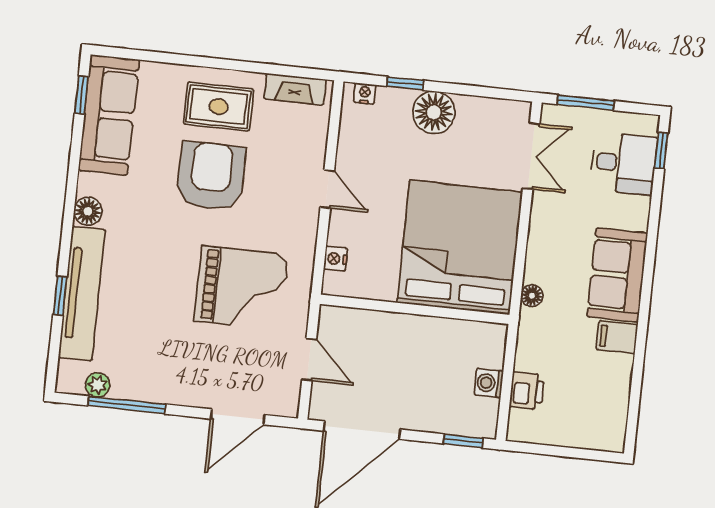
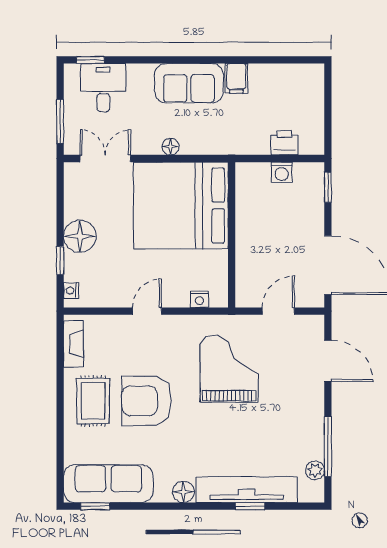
floor lamp: (532, 296) -> (170, 147), moved

